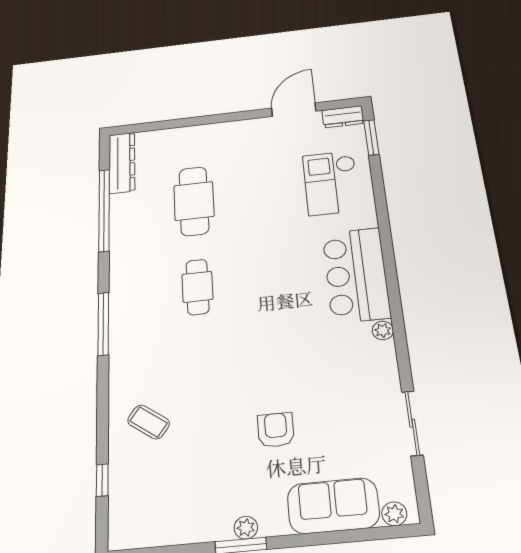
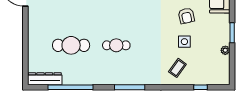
armchair: (276, 430) -> (186, 16), turned -103
side table: (212, 432) -> (184, 42), added
plant: (246, 528) -> (225, 50), moved

